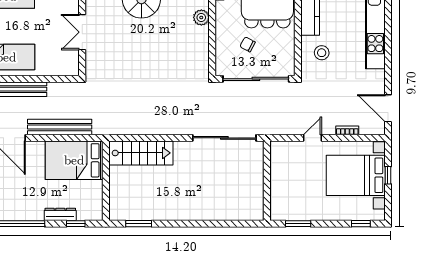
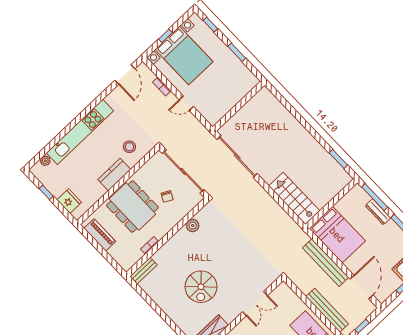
plant: (201, 18) -> (193, 226), moved
window: (76, 224) -> (375, 197), width x2.17
window: (298, 224) -> (237, 52), moved

